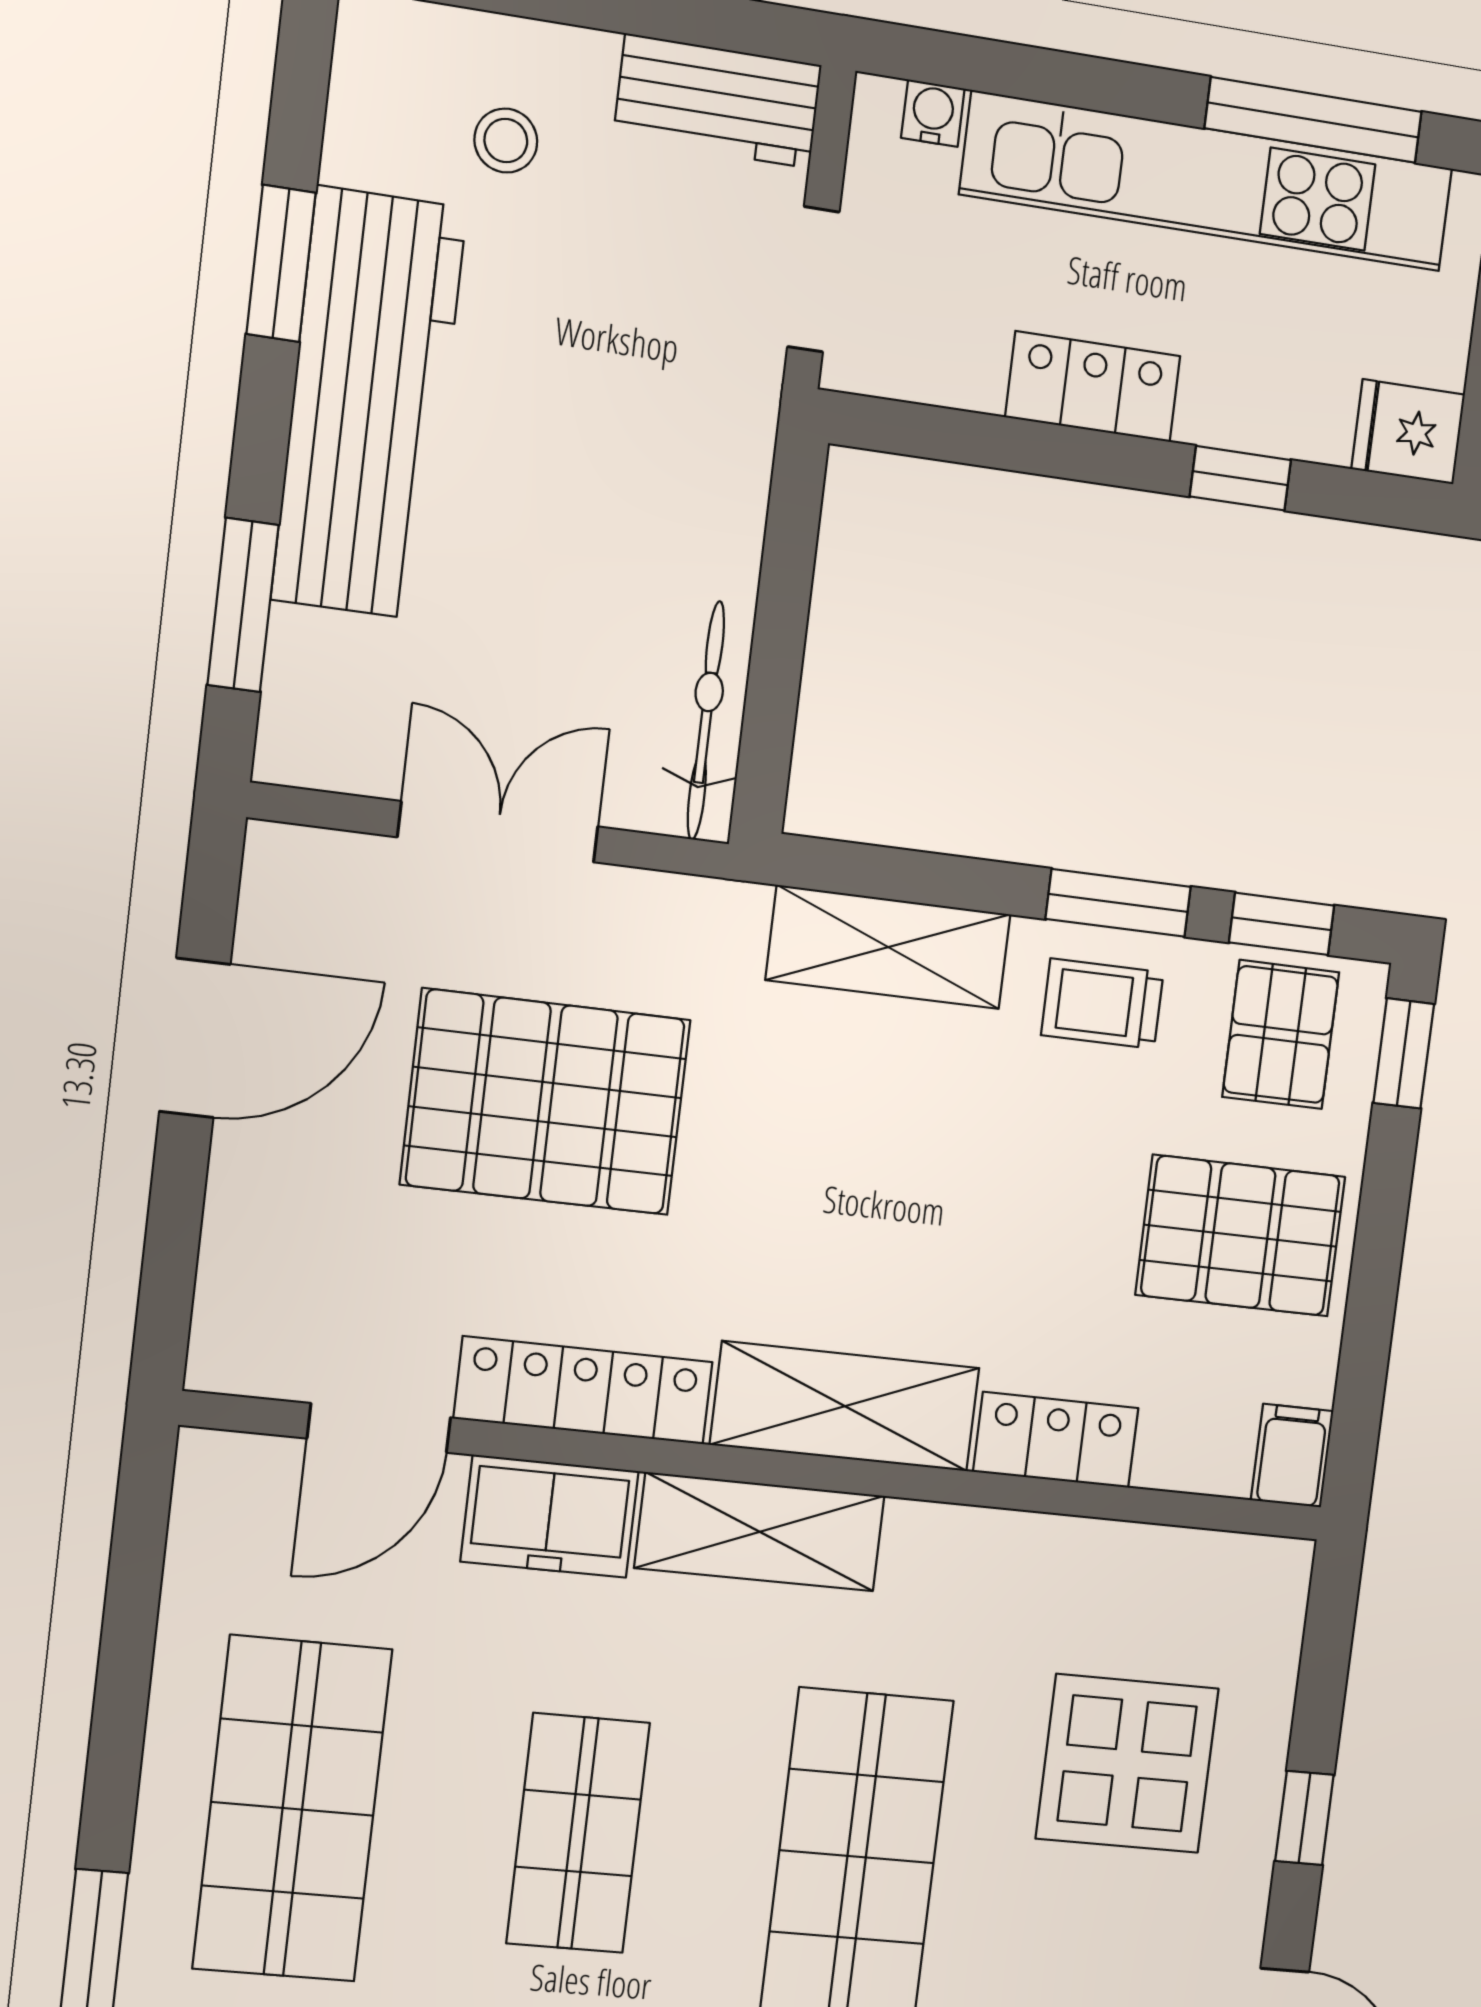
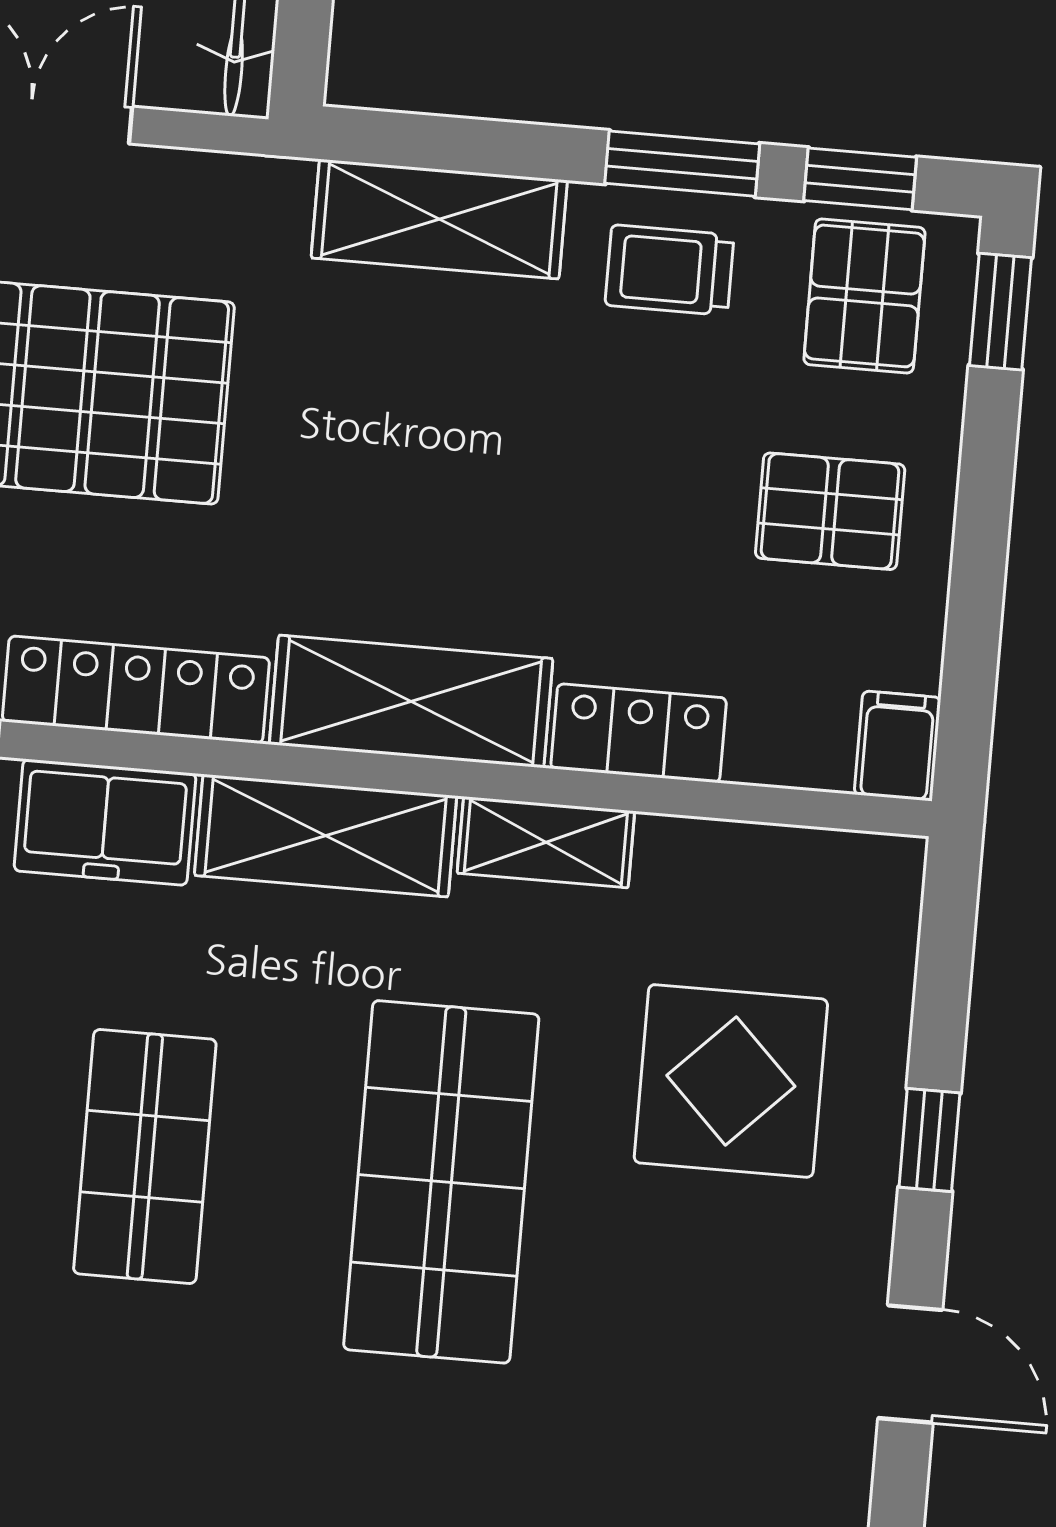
pallet: (1240, 1236) -> (830, 511), width x0.67, depth x0.71
shelving: (966, 1541) -> (546, 842), added

